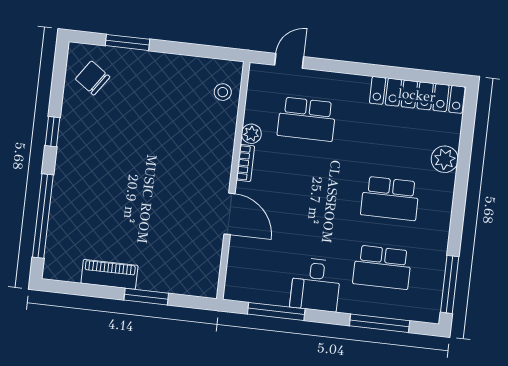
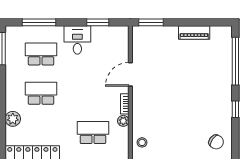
door: (230, 214) -> (130, 74), hinge flipped
window: (146, 297) -> (151, 22), moved
window: (276, 311) -> (98, 22), width x0.69

